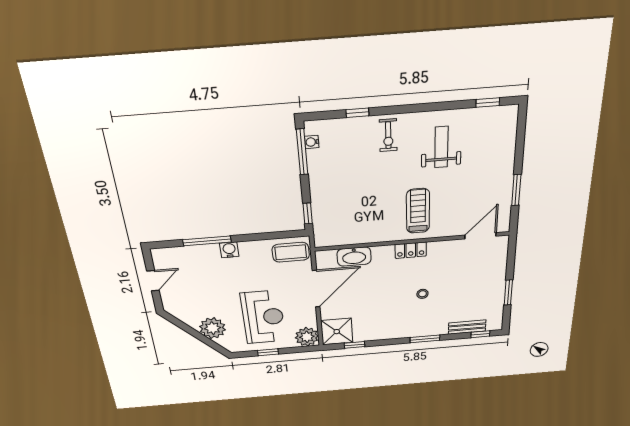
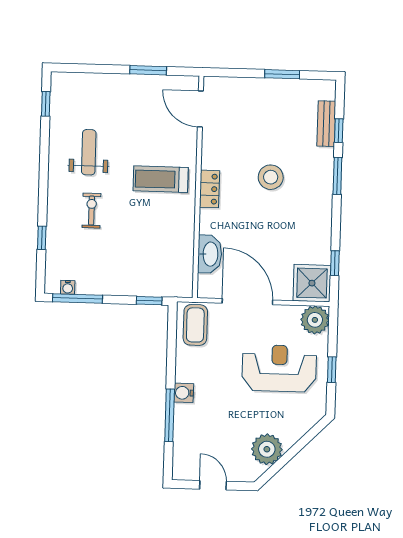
exercise bike: (388, 135) -> (91, 211), moved, turned -90
weight bench: (441, 147) -> (89, 152), turned 90
stool: (422, 294) -> (271, 177), width x1.89, depth x1.89
plant: (213, 328) -> (267, 449), moved
window: (480, 334) -> (339, 131), moved

